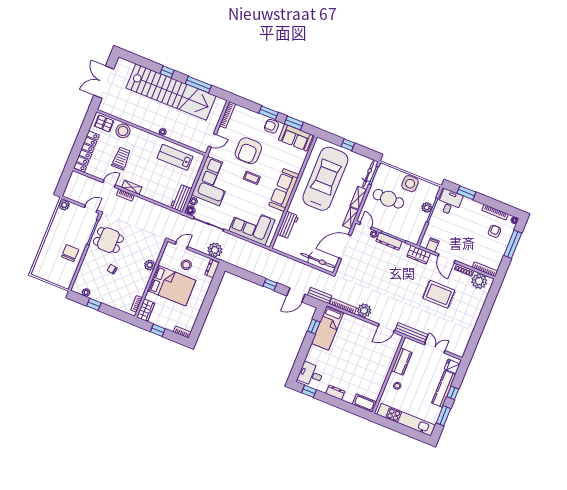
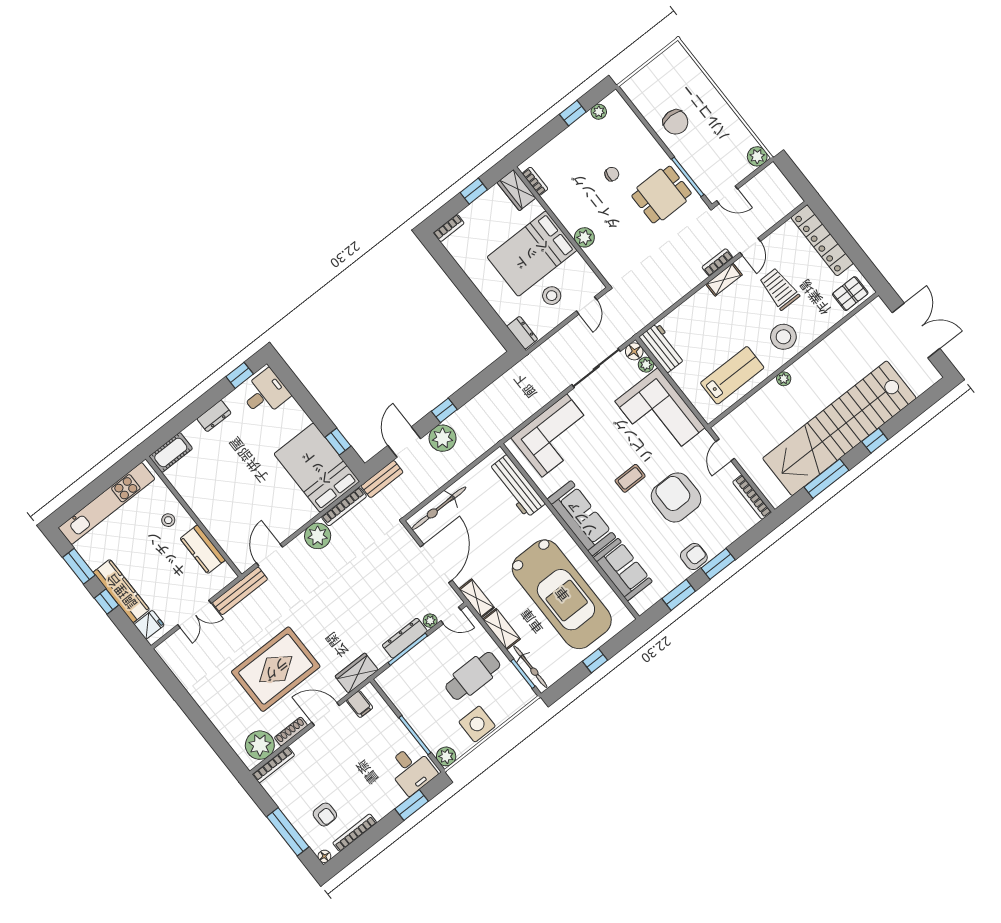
stool: (123, 131) -> (783, 337), moved
sofa: (296, 138) -> (623, 570), moved, turned 90
trolley: (121, 158) -> (779, 289), turned 180
plant: (427, 207) -> (446, 756), moved
door: (91, 209) -> (727, 195), hinge flipped
workbench: (288, 225) -> (517, 486), width x1.38
plant: (215, 250) -> (443, 438), moved
rug: (439, 294) -> (276, 669), width x1.37, depth x1.44
bed: (328, 328) -> (317, 468), width x1.50

